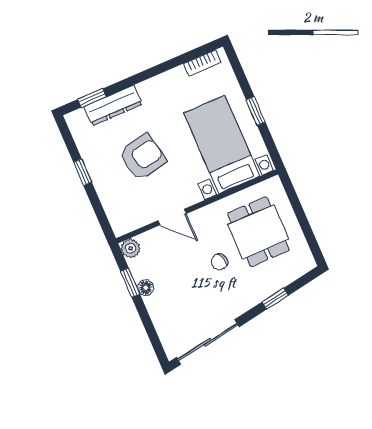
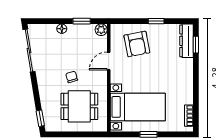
dresser: (113, 105) -> (186, 41), moved
armchair: (143, 157) -> (137, 44), moved
floor lamp: (146, 288) -> (62, 29), moved
window: (275, 299) -> (40, 118), moved

